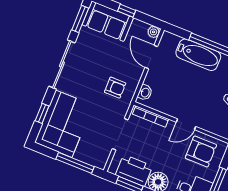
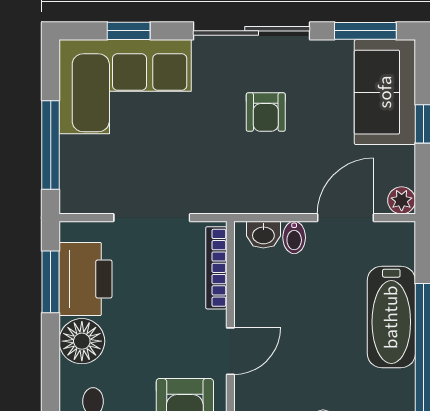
bidet: (151, 81) -> (294, 237), added
armchair: (115, 88) -> (266, 112), moved
door: (186, 124) -> (230, 351), swing flipped

